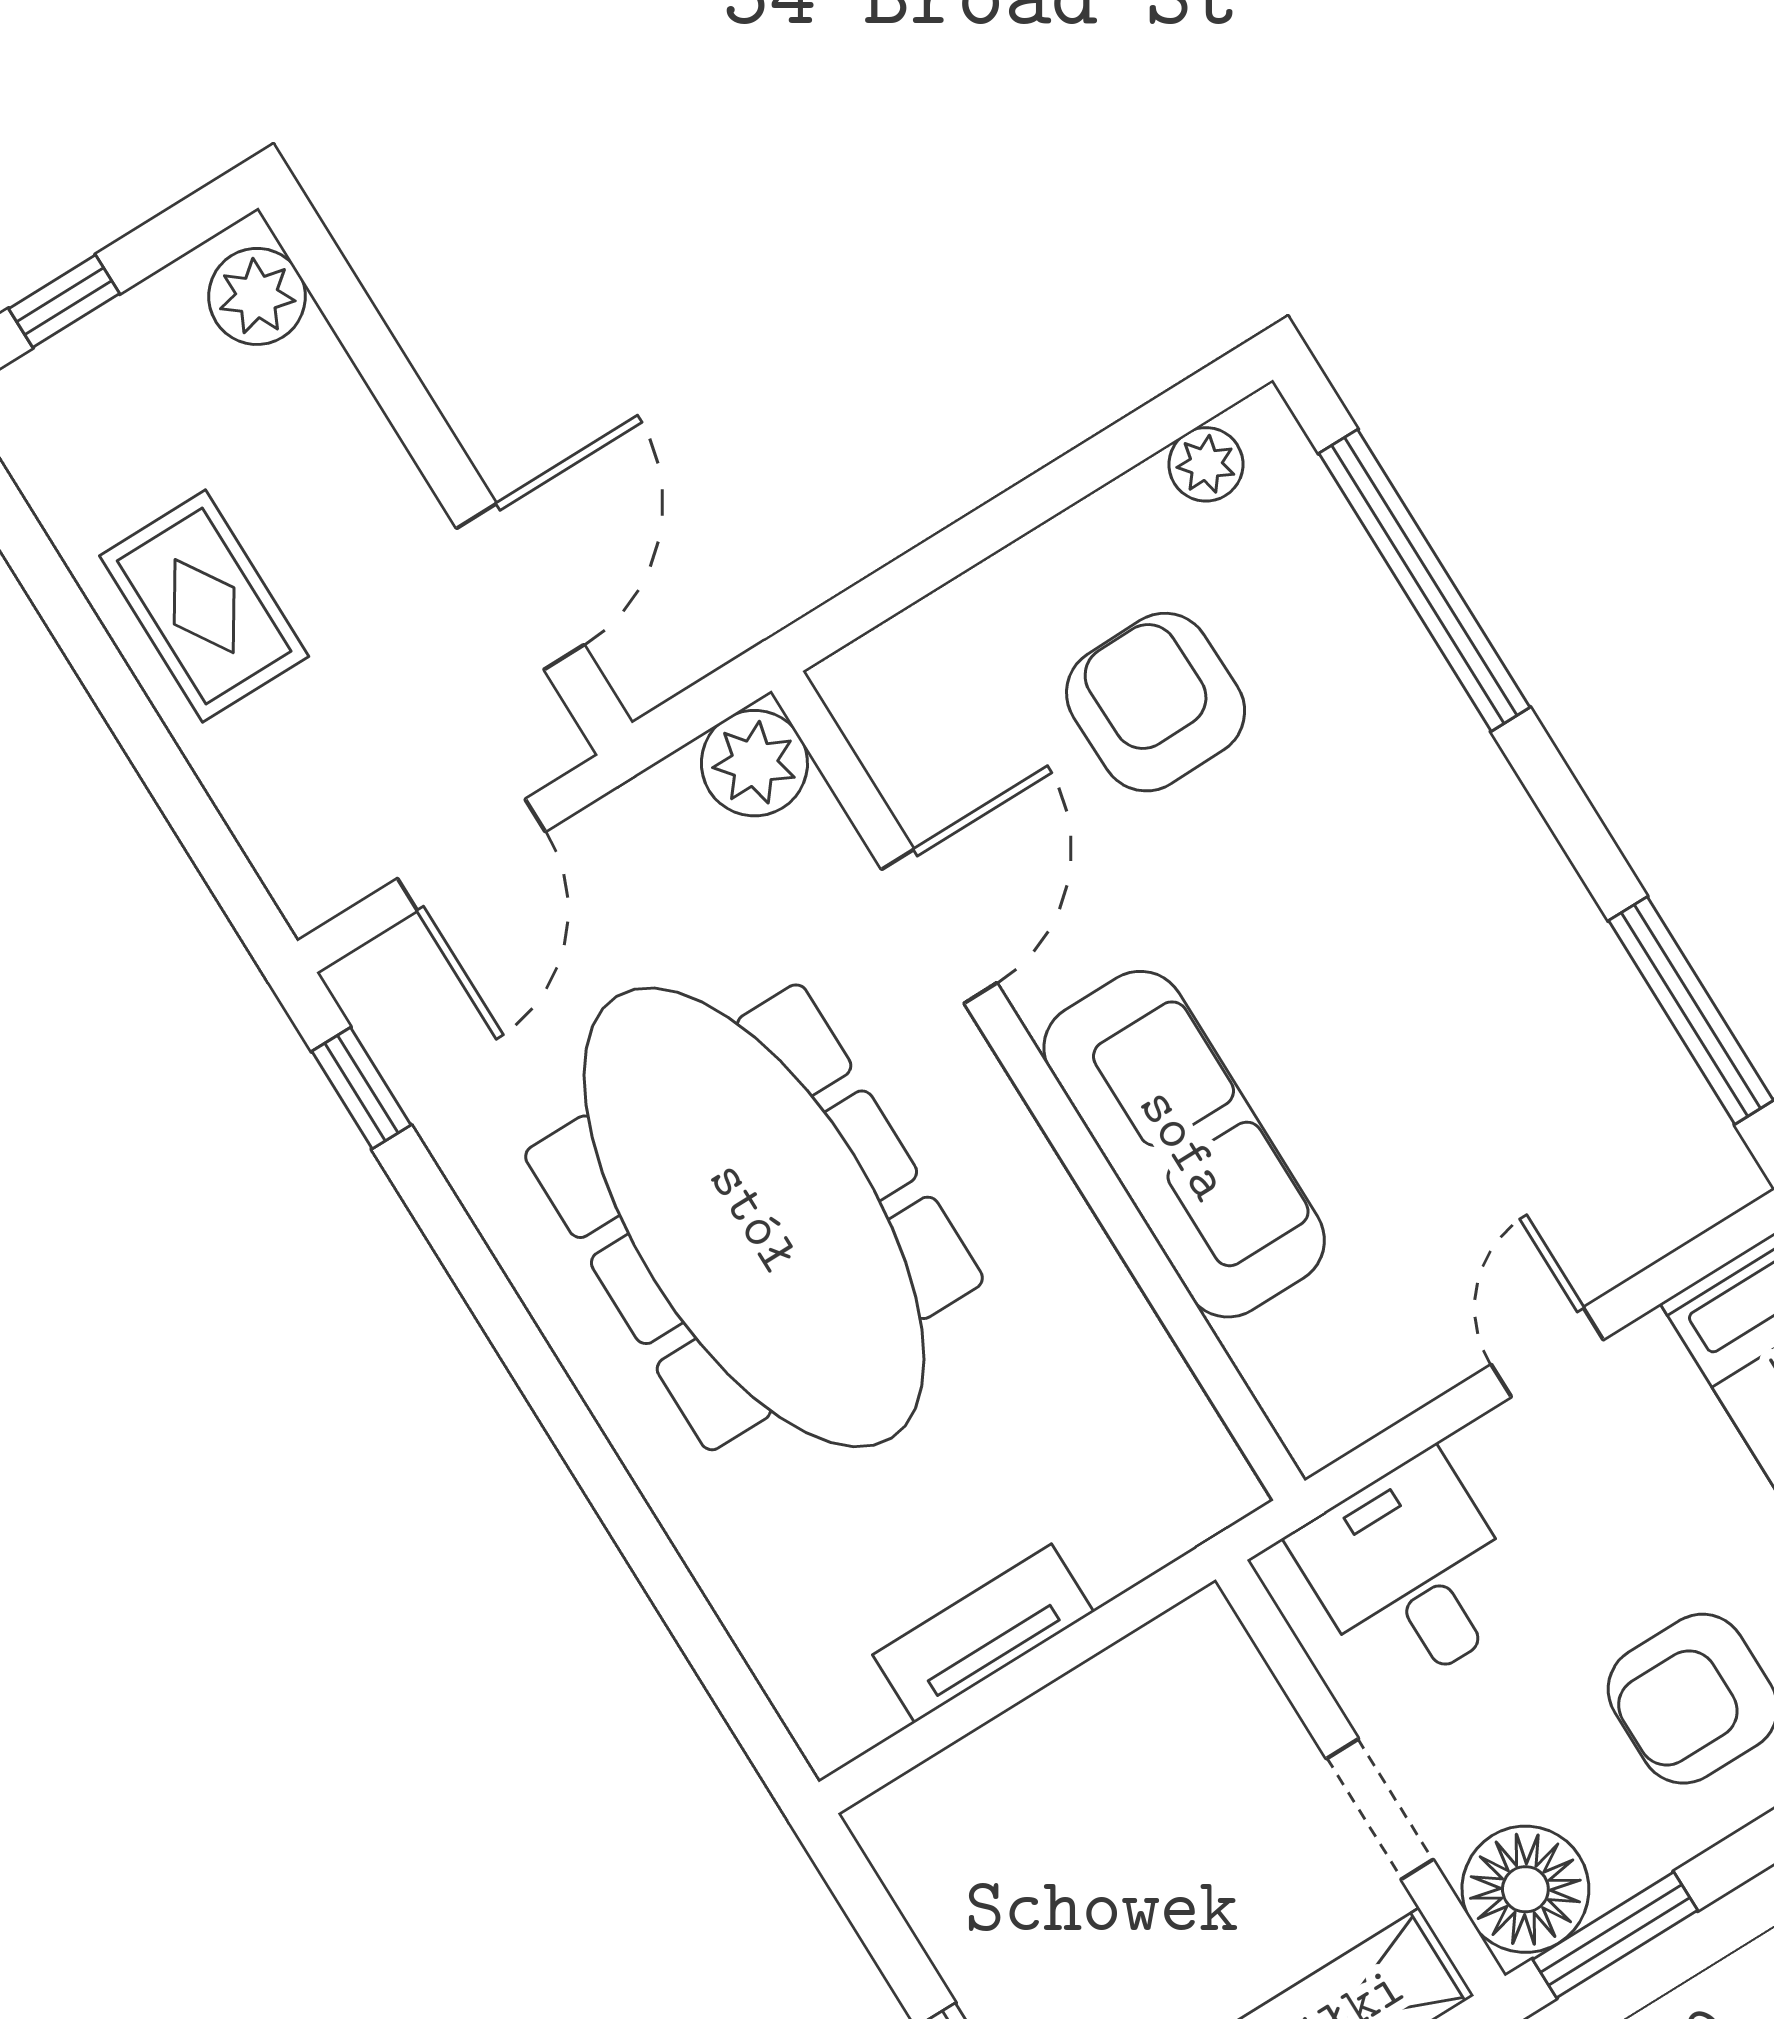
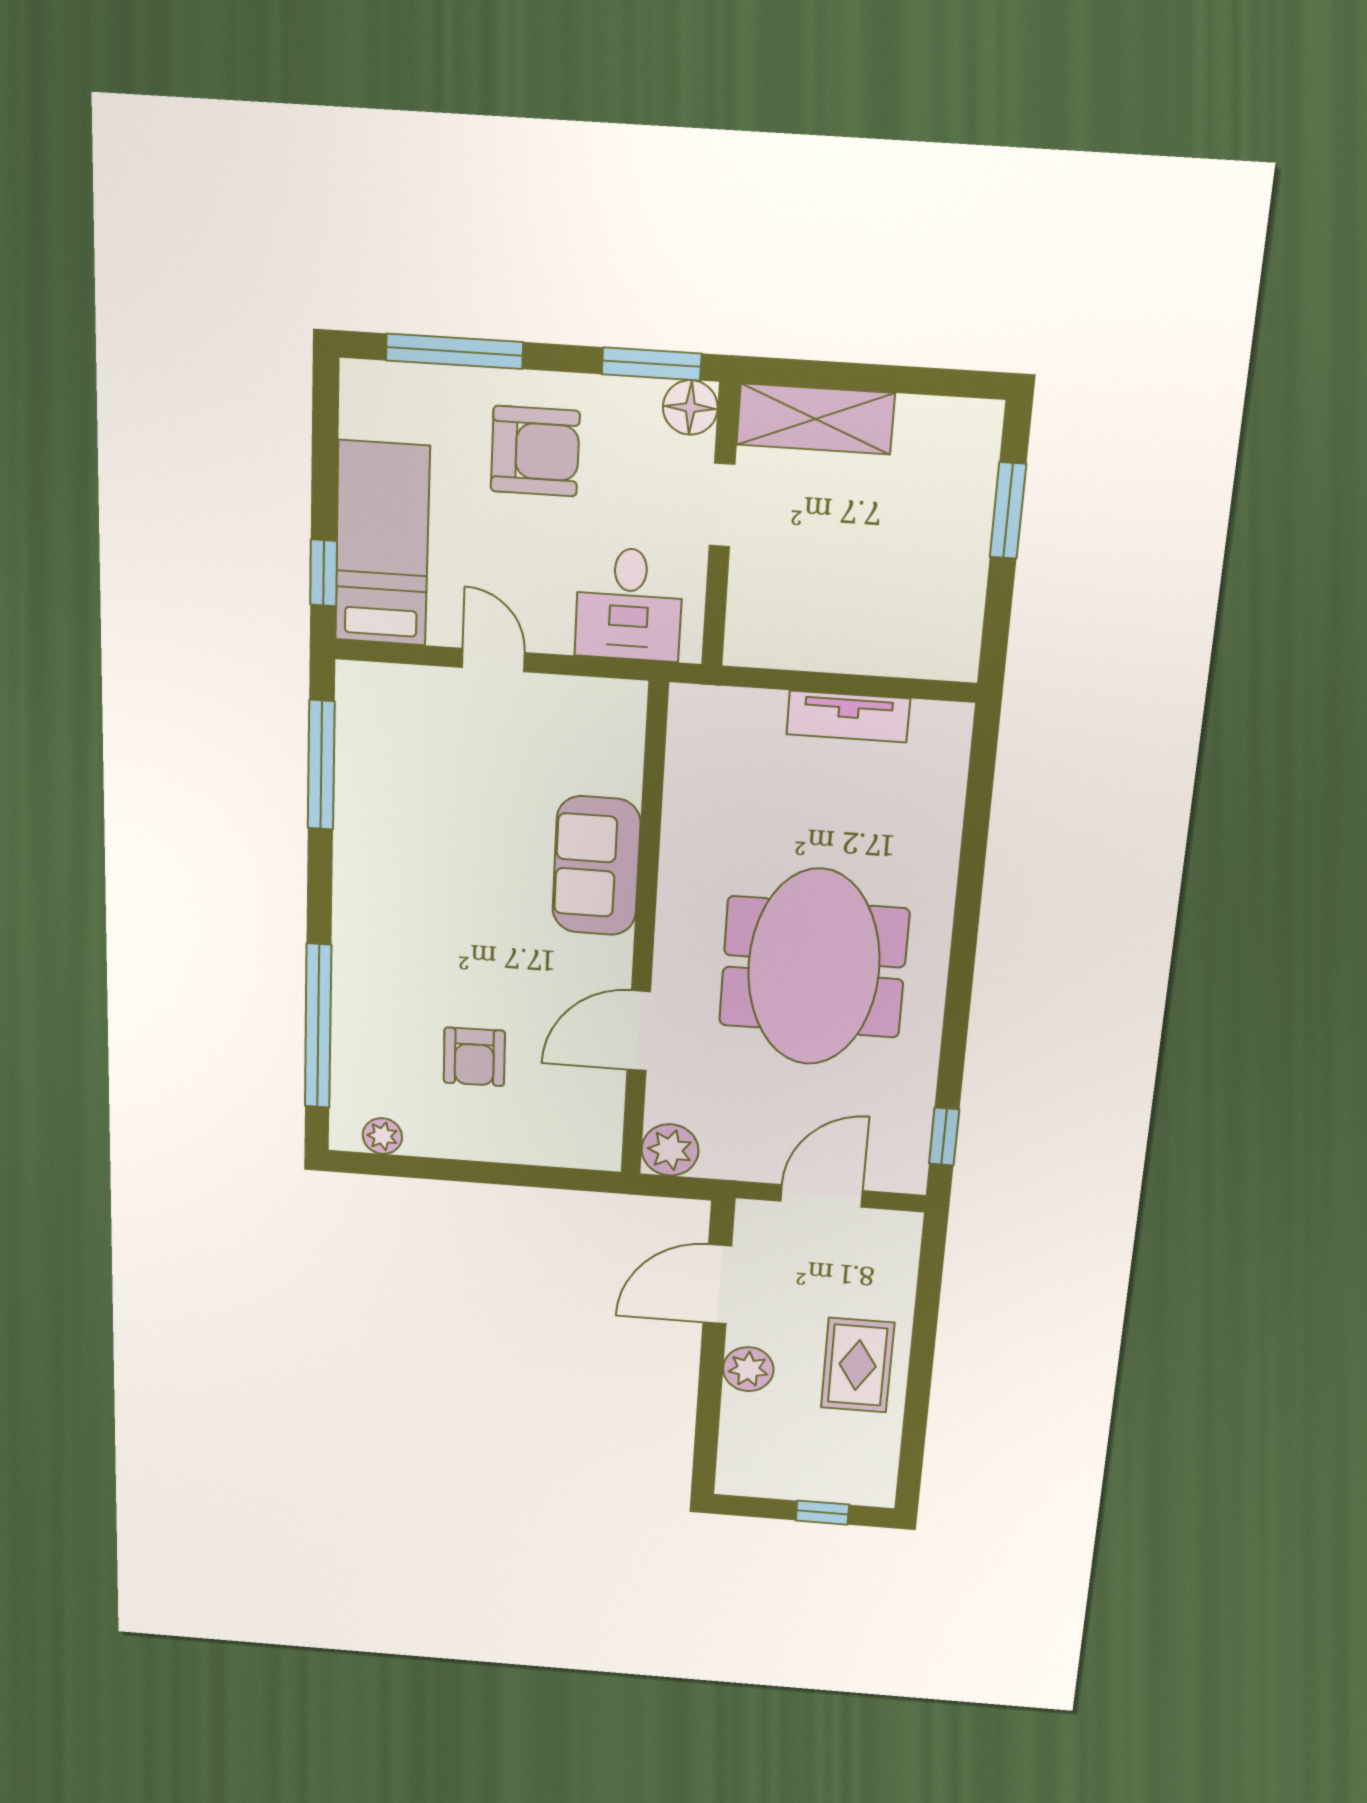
plant: (257, 296) -> (748, 1369), moved
armchair: (1156, 702) -> (474, 1057), width x0.72, depth x0.72
sofa: (1184, 1144) -> (596, 866), width x0.73
meeting table: (754, 1217) -> (814, 967), width x0.73
door: (1547, 1352) -> (493, 660), swing flipped
floor lamp: (1525, 1889) -> (690, 407), width x0.73, depth x0.73

